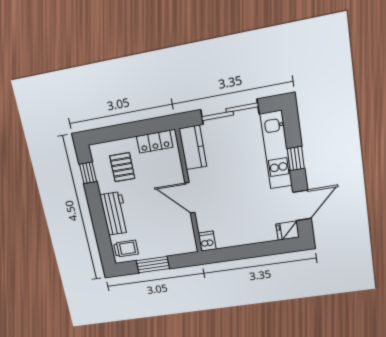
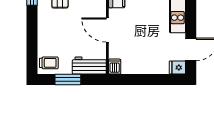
window: (296, 159) -> (191, 13), removed
workbench: (115, 213) -> (89, 66), moved, turned -90

